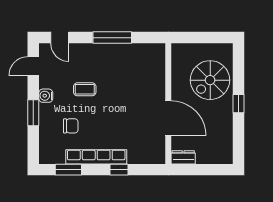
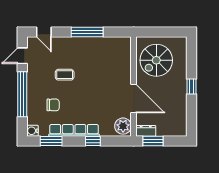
spiral stairs: (210, 80) -> (156, 60), moved
water cooler: (46, 96) -> (32, 131), moved
window: (33, 113) -> (22, 94), width x2.11
plant: (156, 152) -> (123, 126), added
window: (192, 170) -> (153, 141), added

